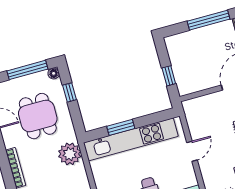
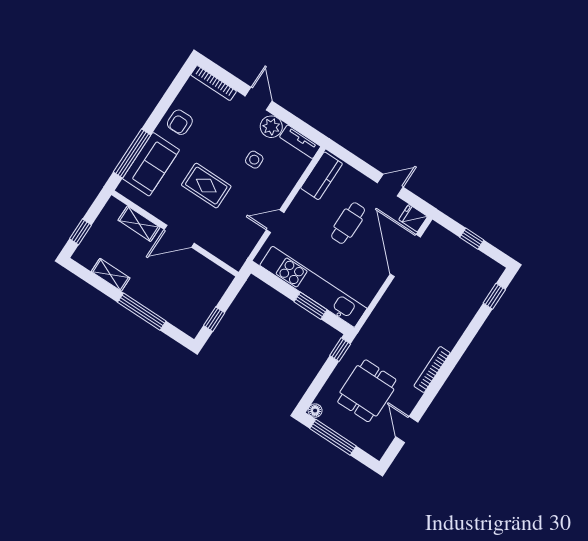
window: (169, 76) -> (214, 319), moved
window: (69, 92) -> (340, 350), moved
plant: (70, 154) -> (376, 331), removed

